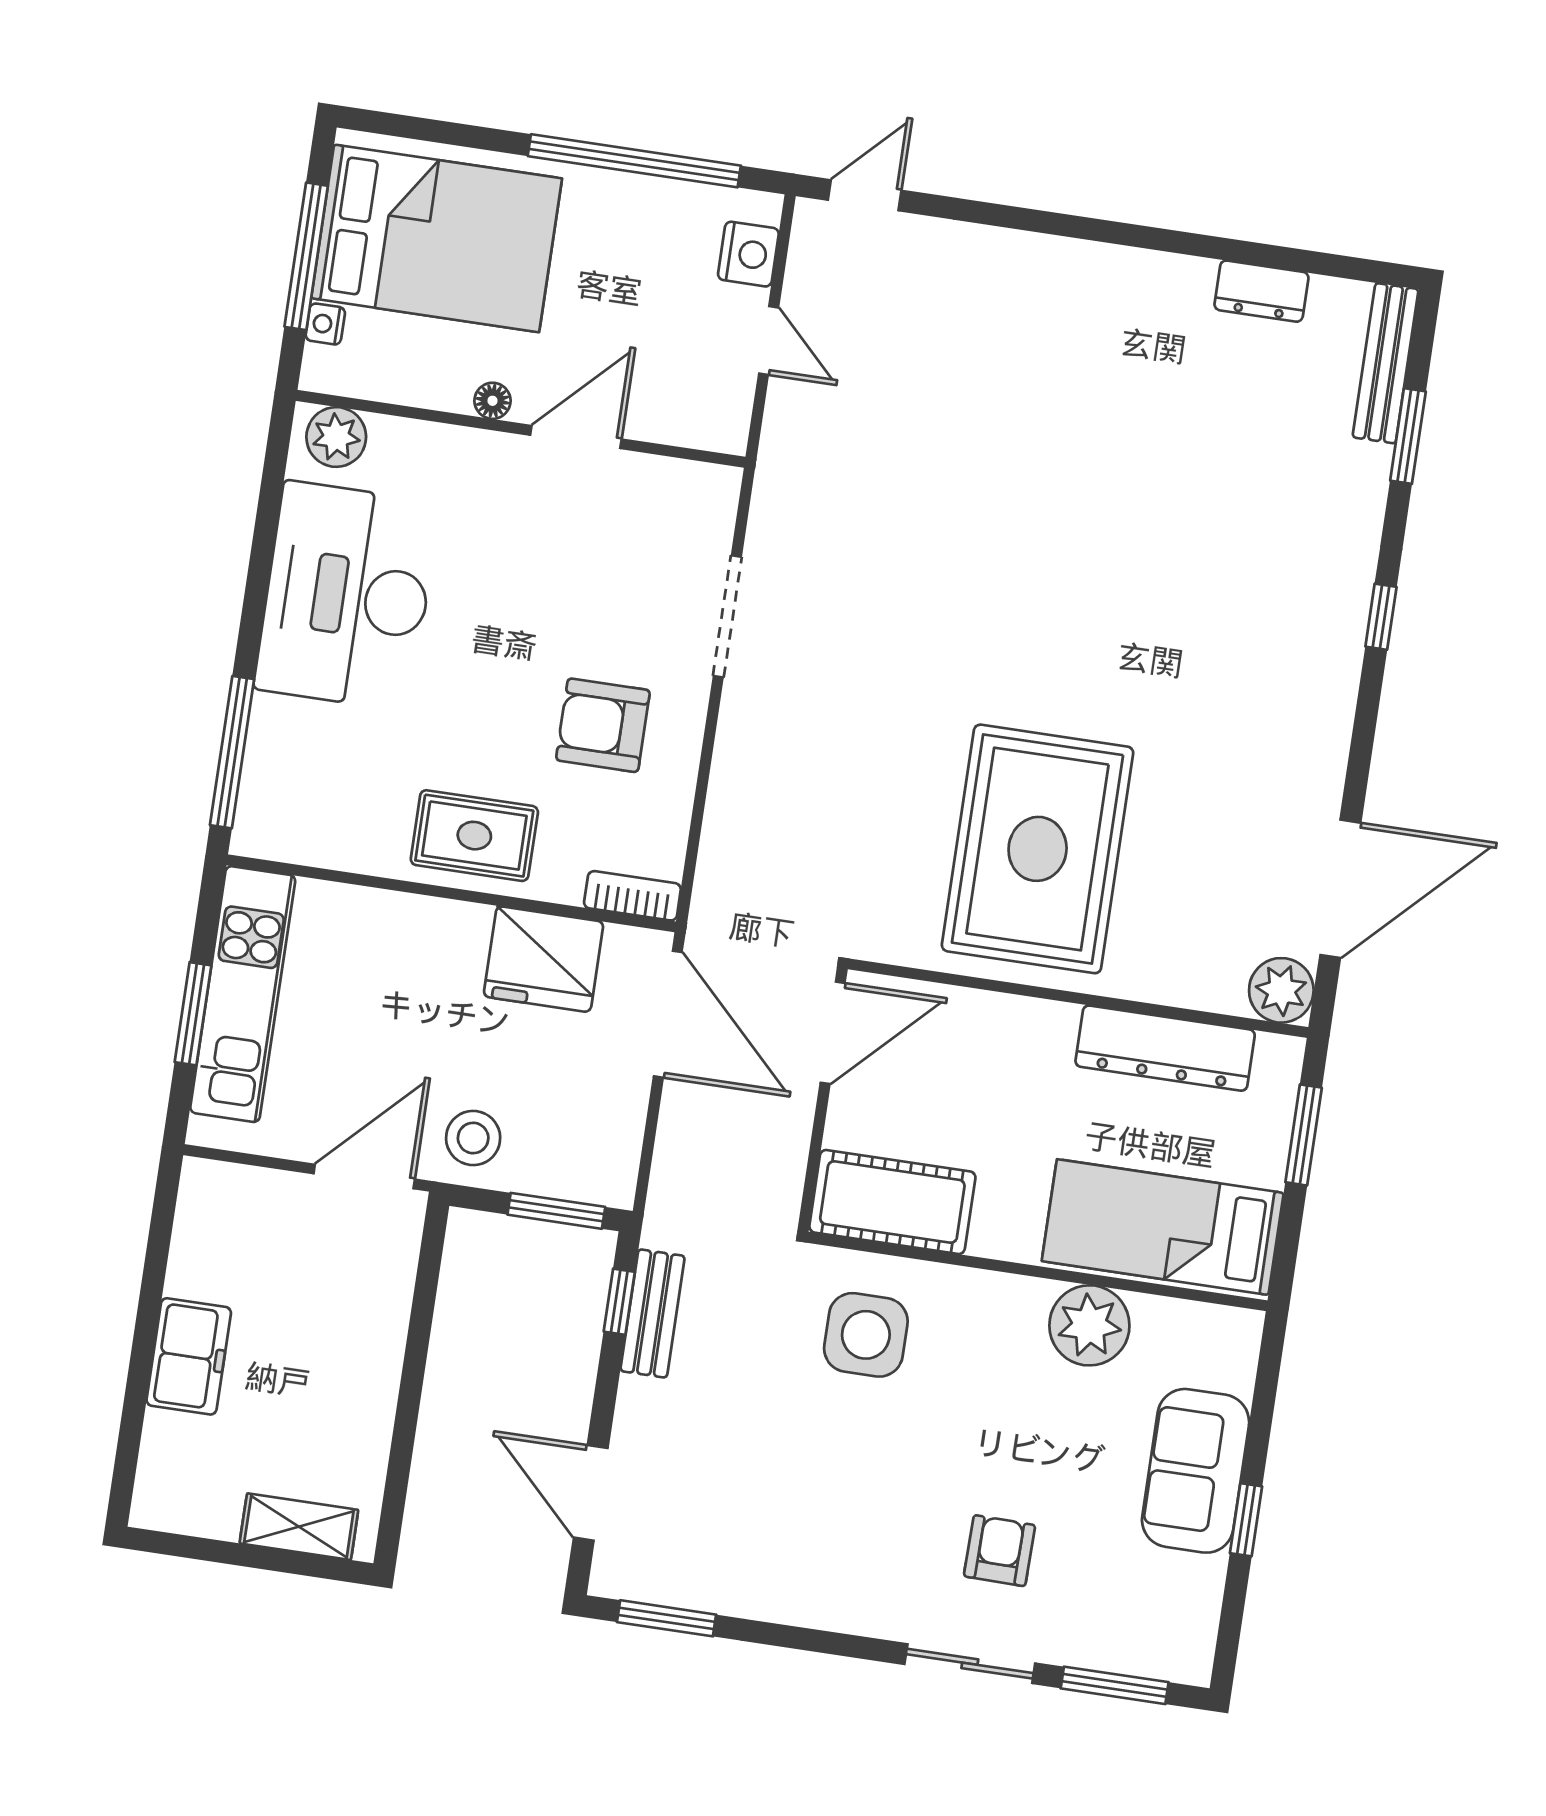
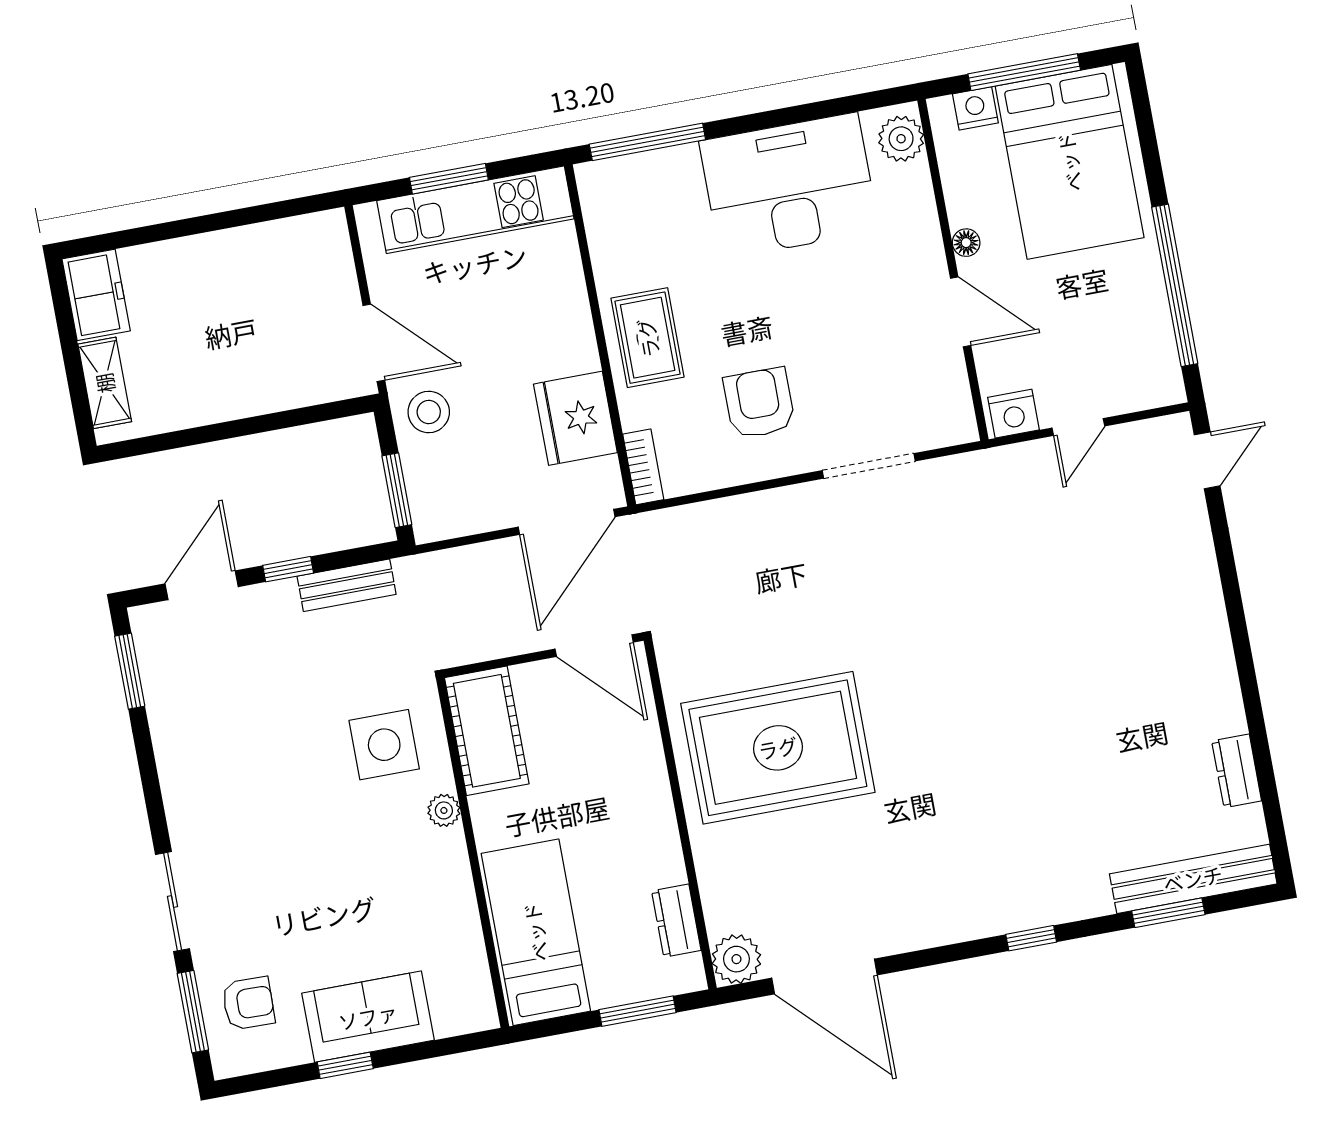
door: (865, 195) -> (1207, 460), hinge flipped
nightstand: (748, 254) -> (1014, 414), moved
nightstand: (325, 324) -> (975, 108), width x1.39, depth x1.35
bench: (1386, 363) -> (1193, 879), width x1.37, depth x1.21
dresser: (1165, 1048) -> (676, 921), width x0.51, depth x0.80
window: (619, 1302) -> (288, 569), moved
plant: (1089, 1325) -> (444, 810), moved, width x0.53, depth x0.53
freezer: (189, 1356) -> (96, 295), moved, turned -90
armchair: (999, 1551) -> (248, 1003), moved

